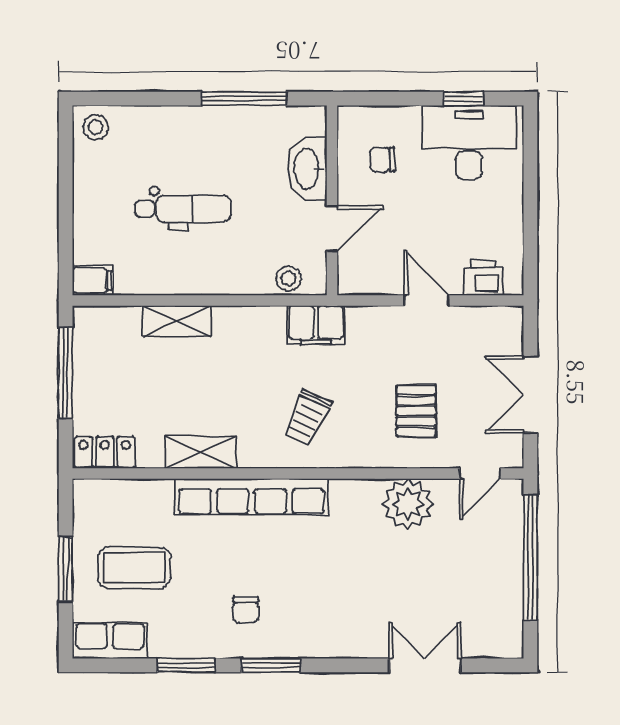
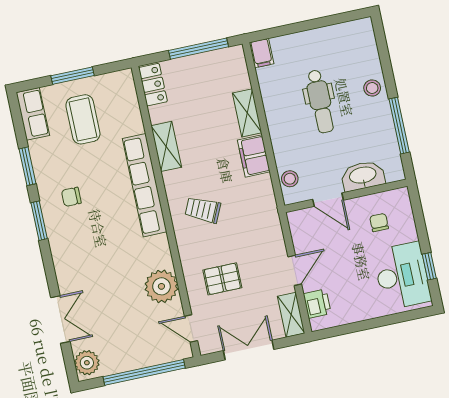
stool: (96, 127) -> (372, 88), moved
shelving: (491, 320) -> (291, 315), added
filing cabinet: (316, 325) -> (254, 156), moved
plant: (498, 640) -> (87, 363), added

